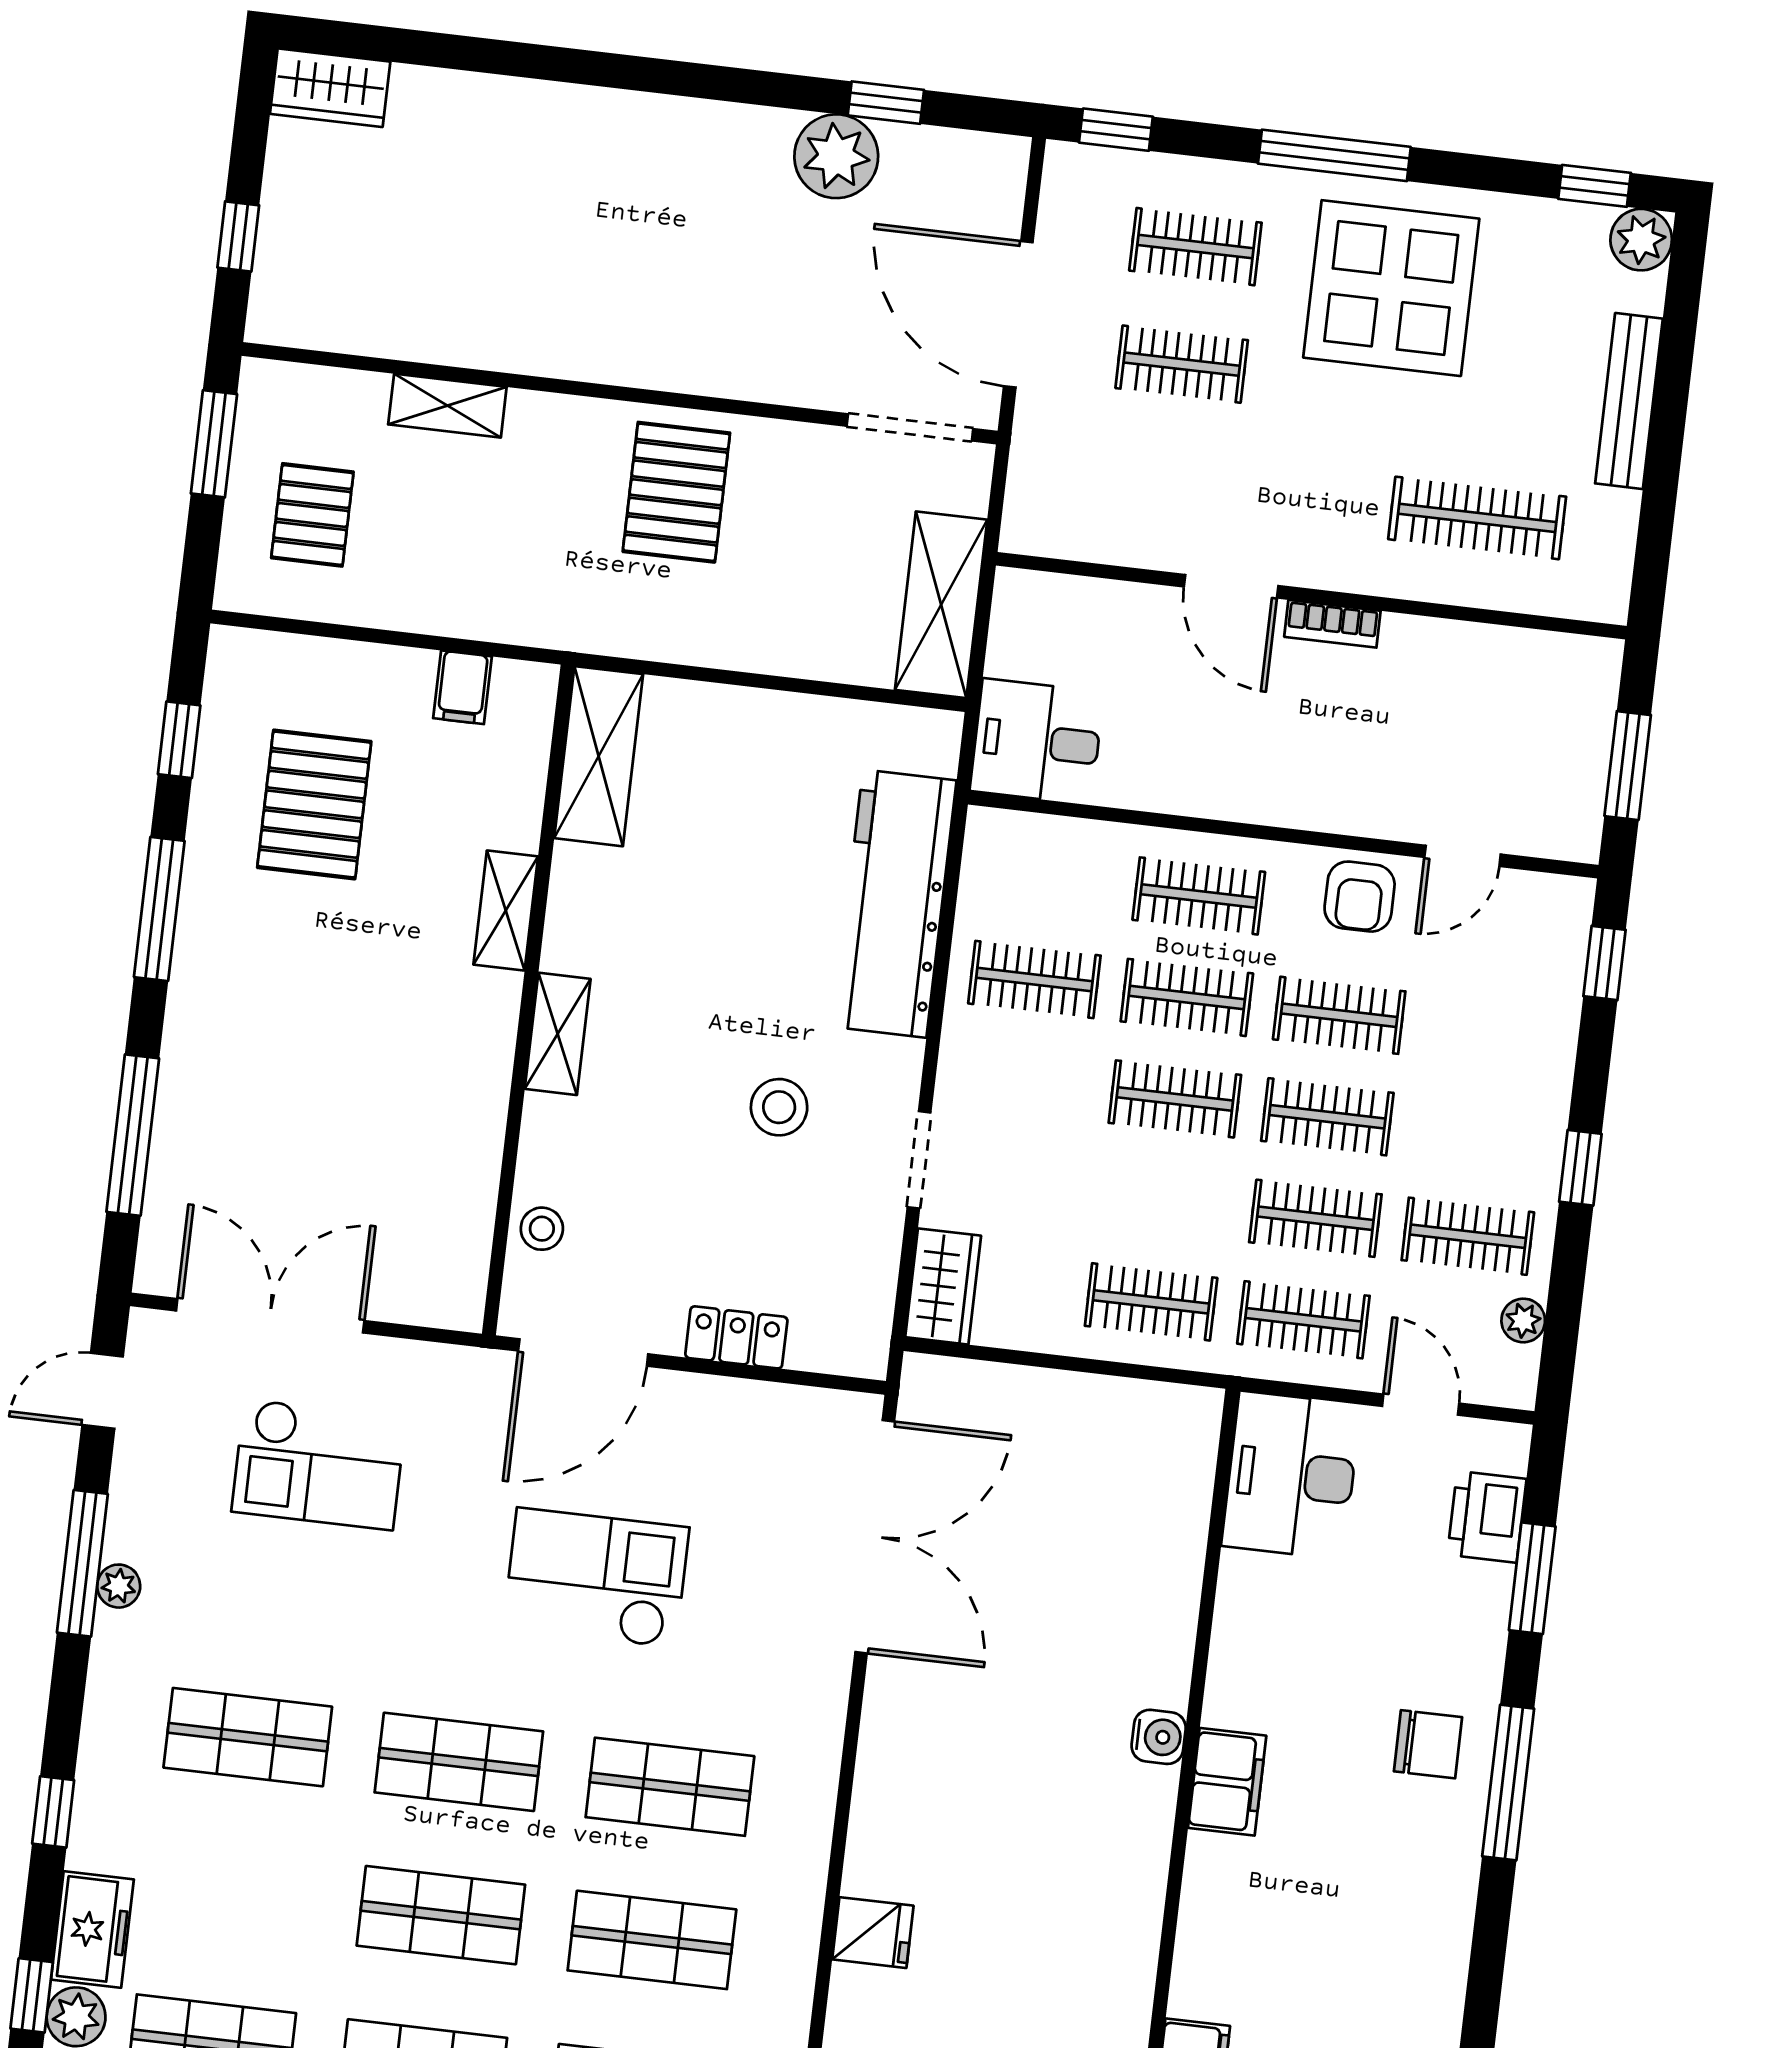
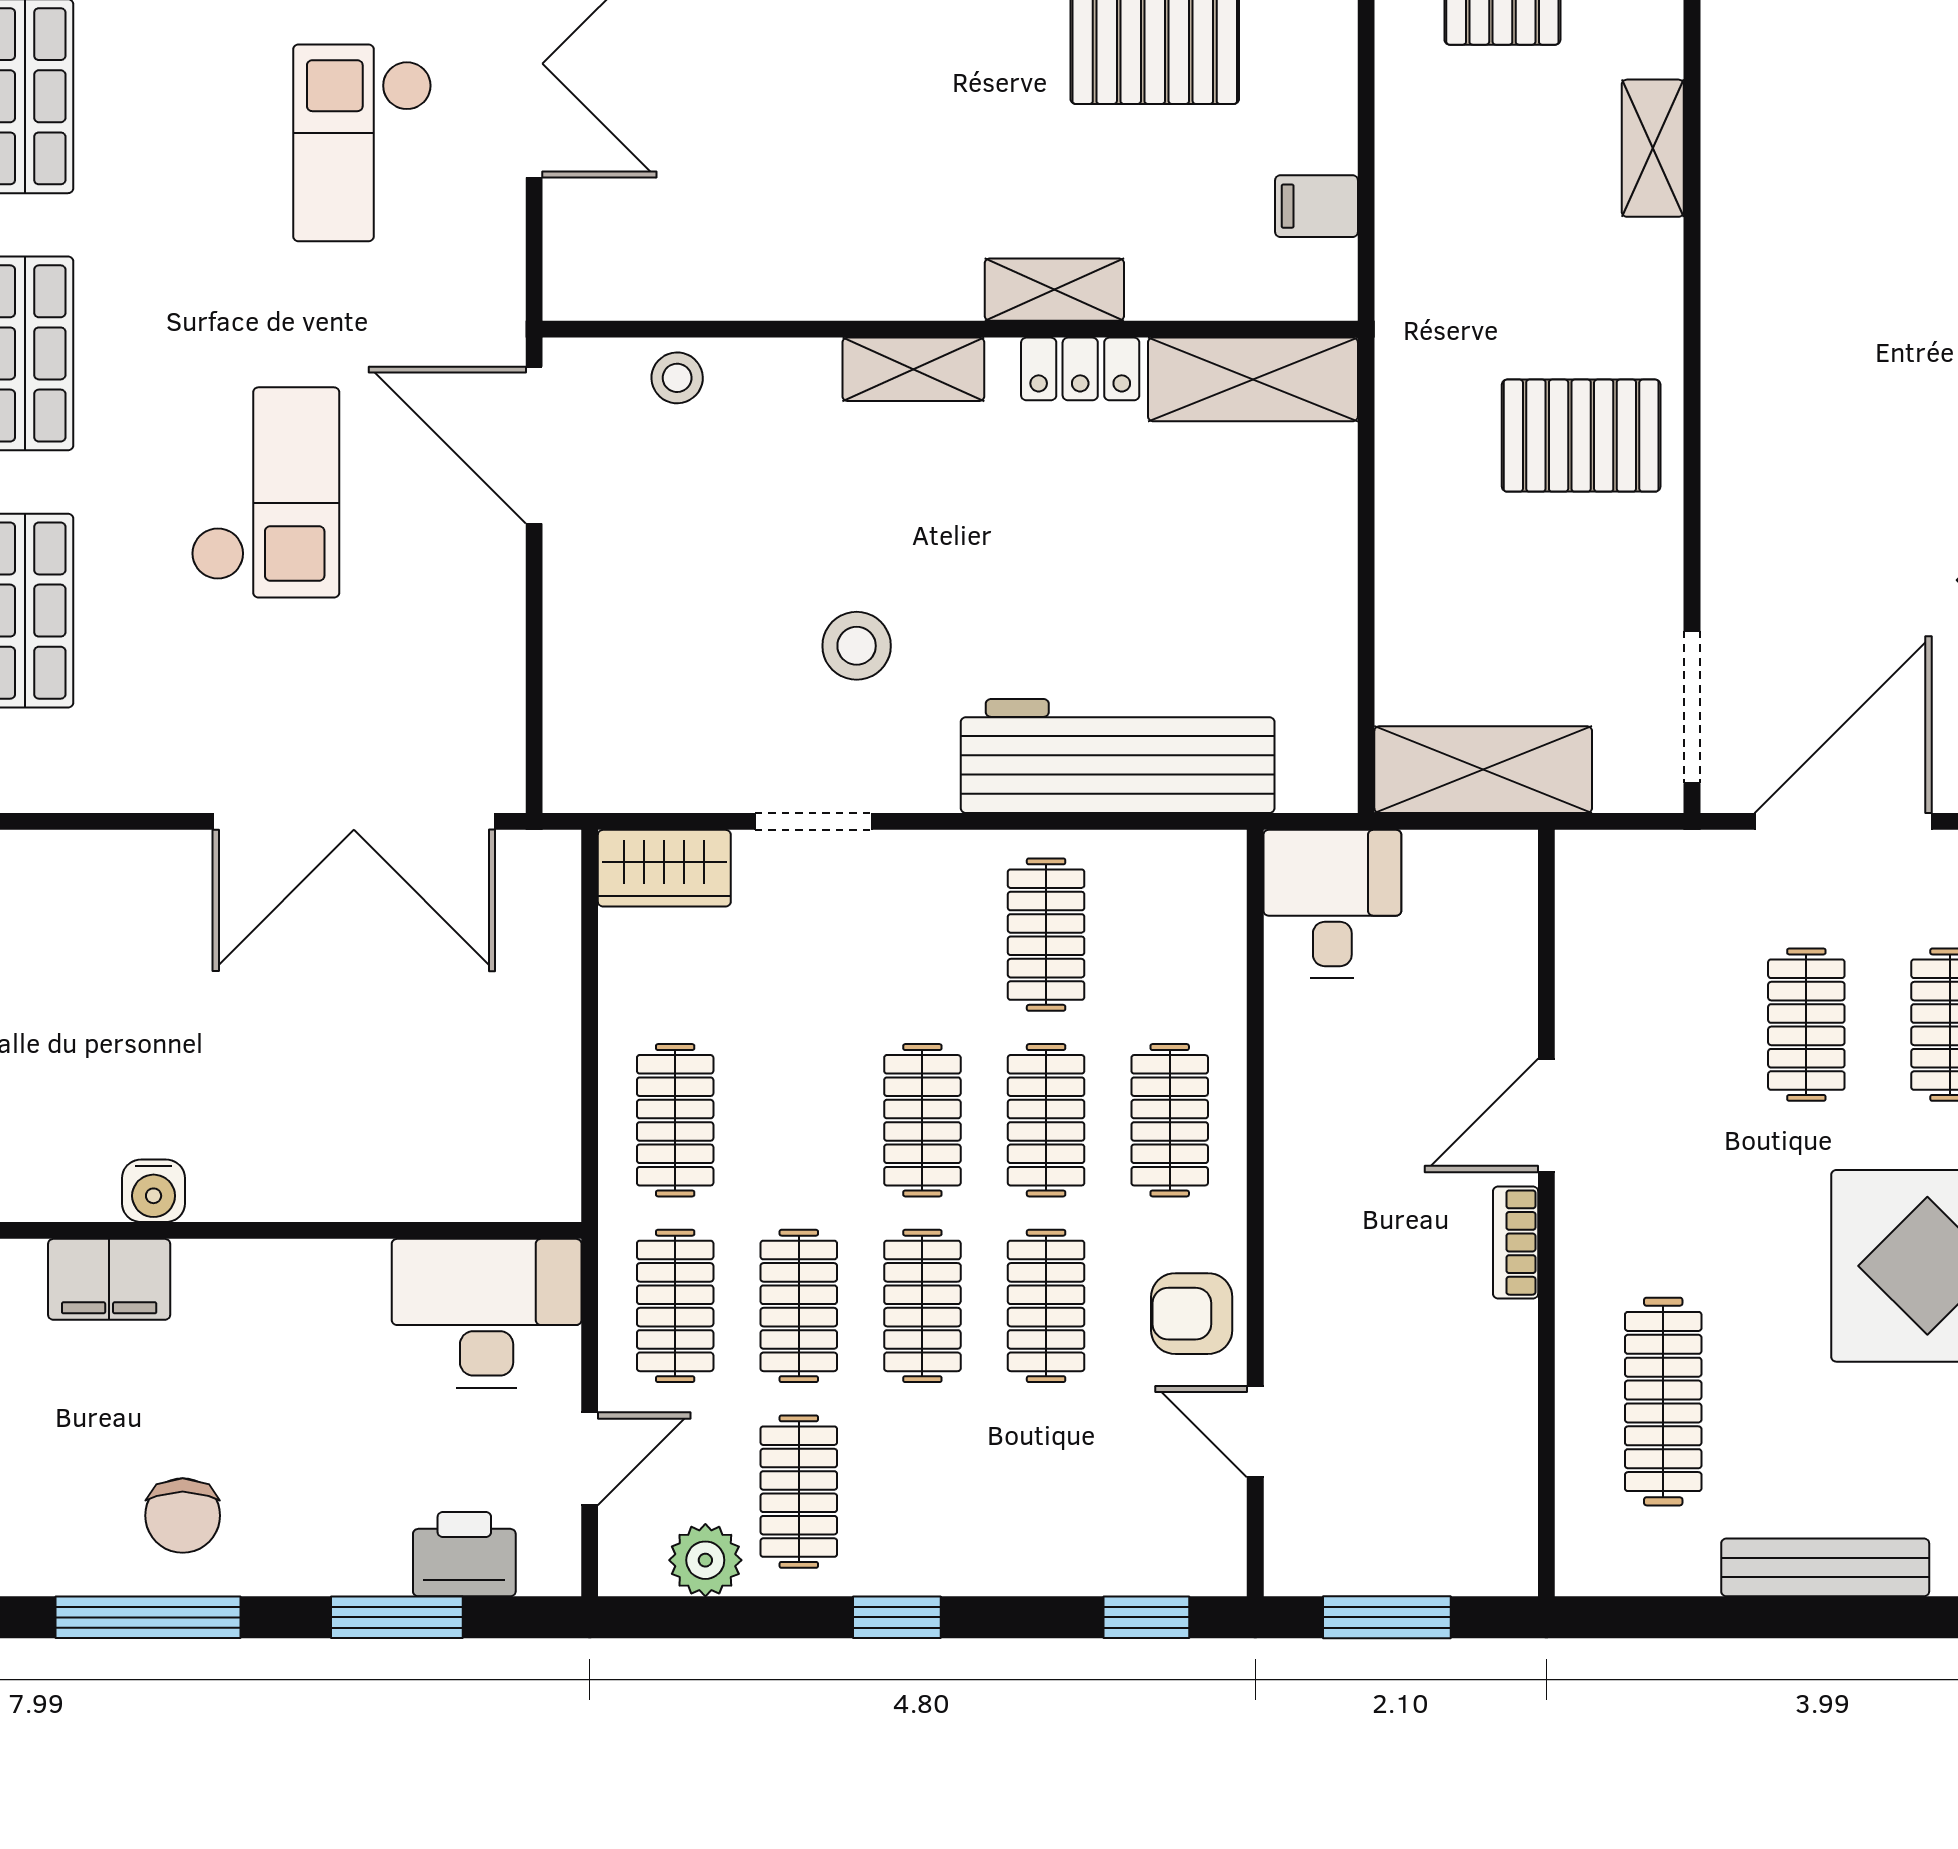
plant: (1523, 1320) -> (705, 1560), width x1.38, depth x1.38
locker: (736, 1337) -> (1080, 369), moved, turned 90

